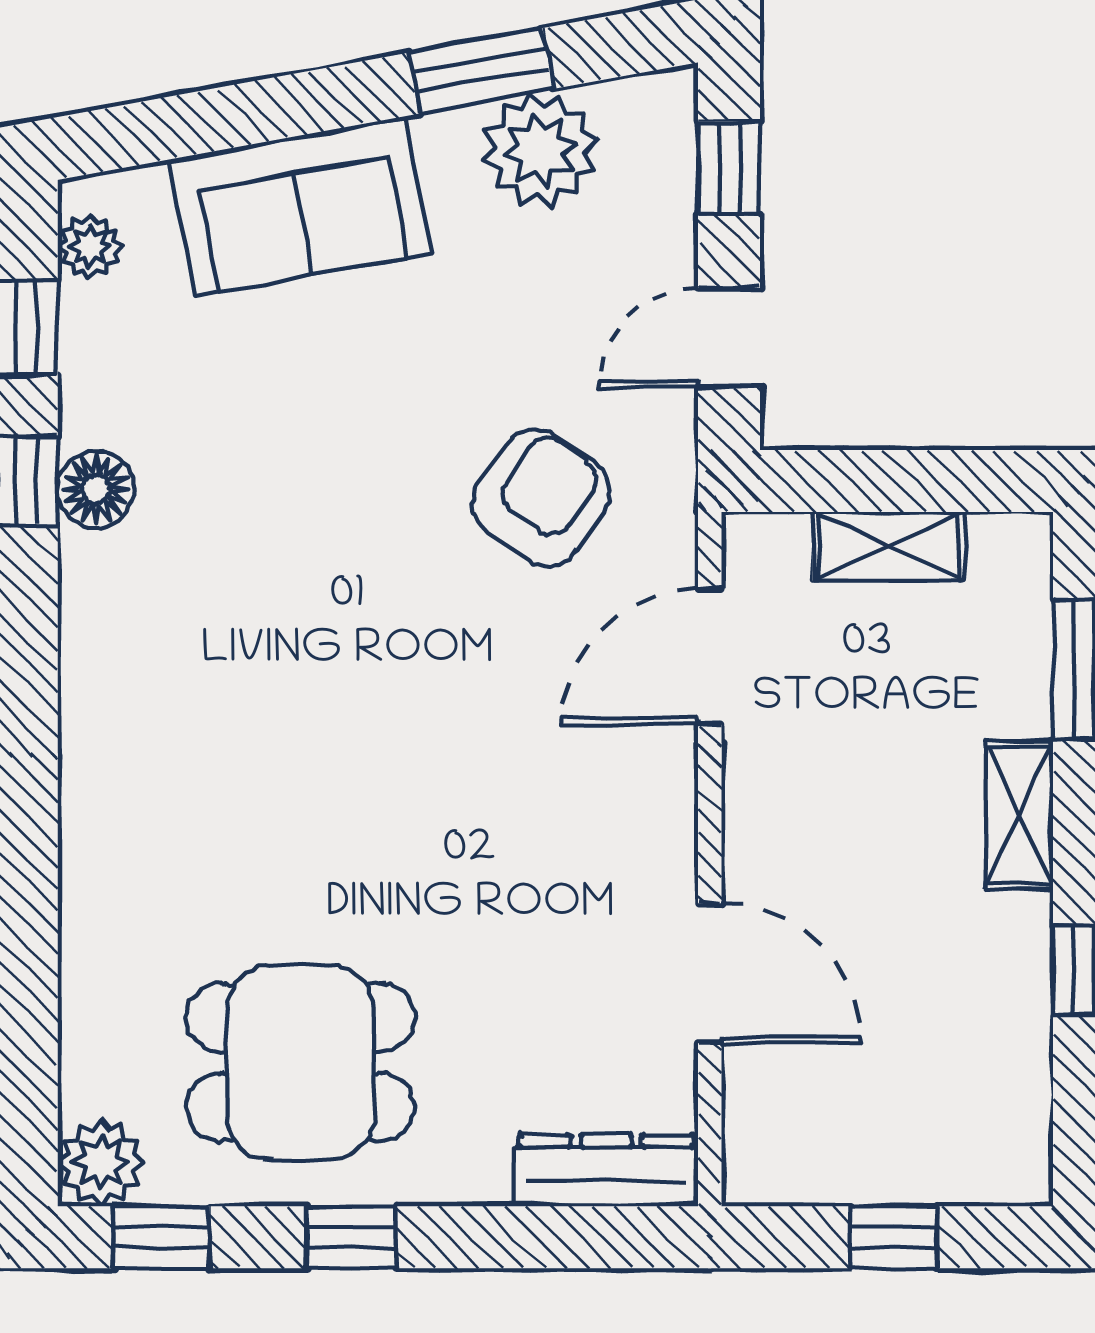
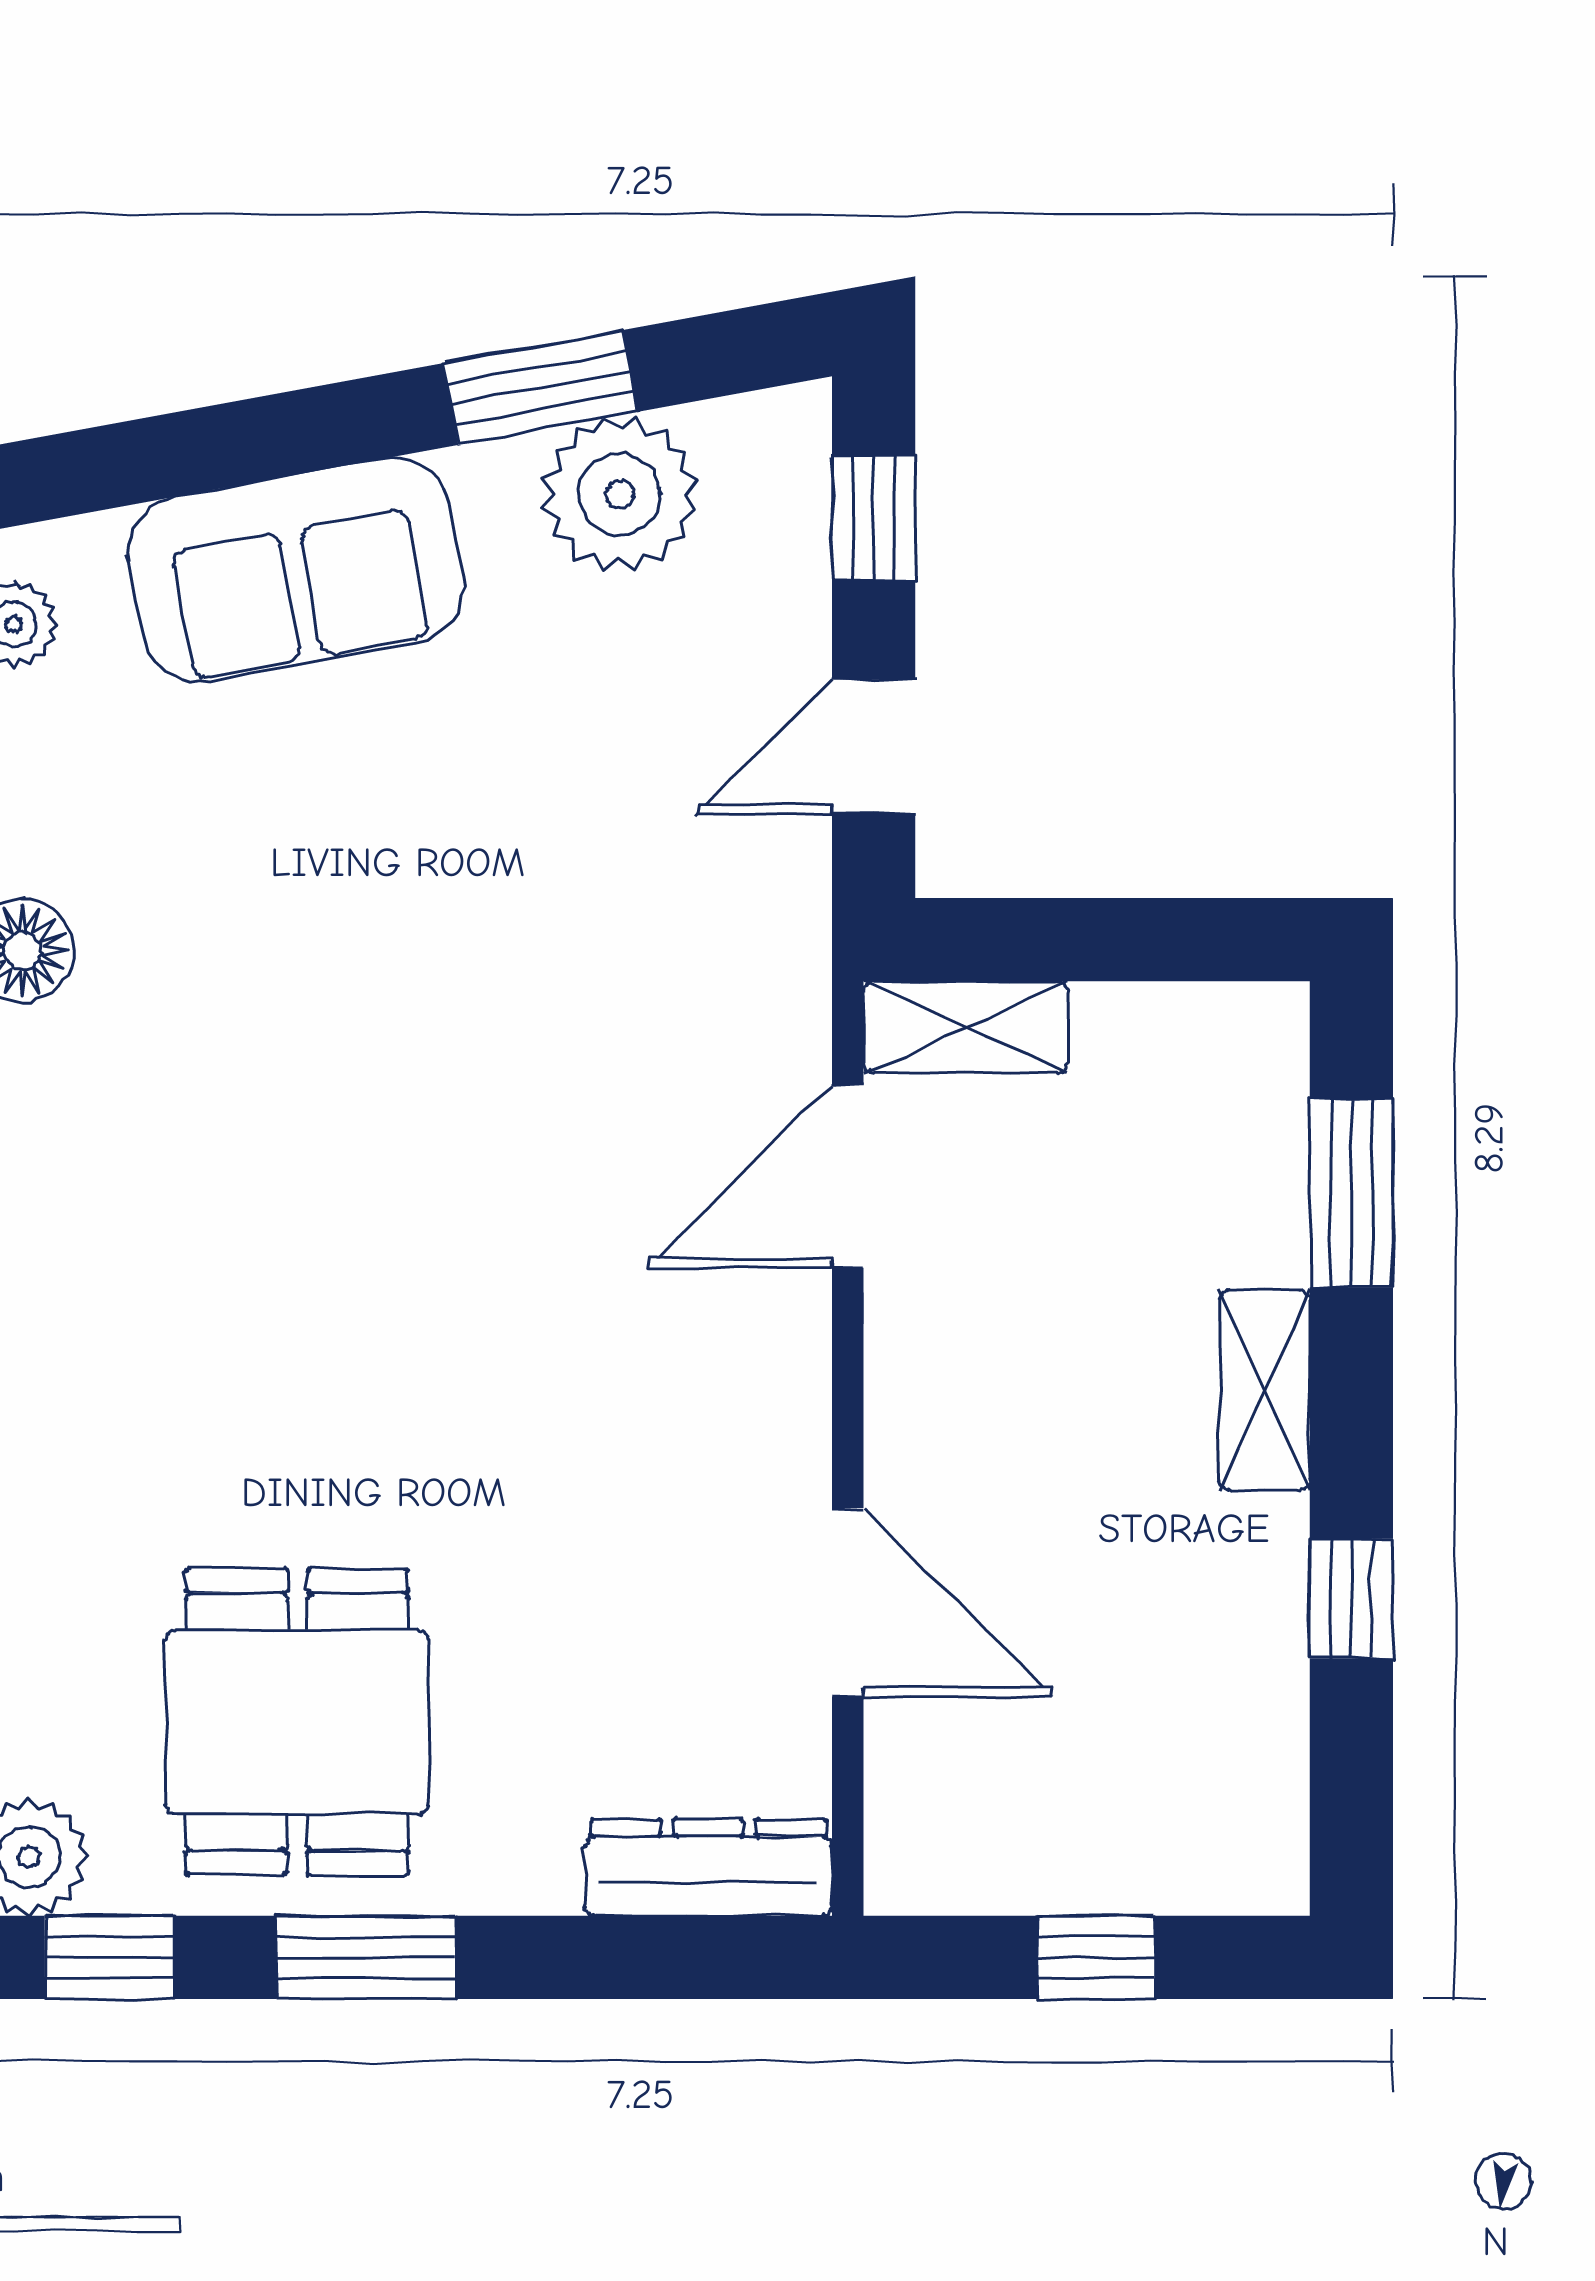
armchair: (541, 498) -> (621, 962), removed
shelving: (889, 546) -> (966, 1027), moved
dining table: (301, 1062) -> (297, 1722), turned 90
window: (352, 1237) -> (366, 1957), width x1.50

